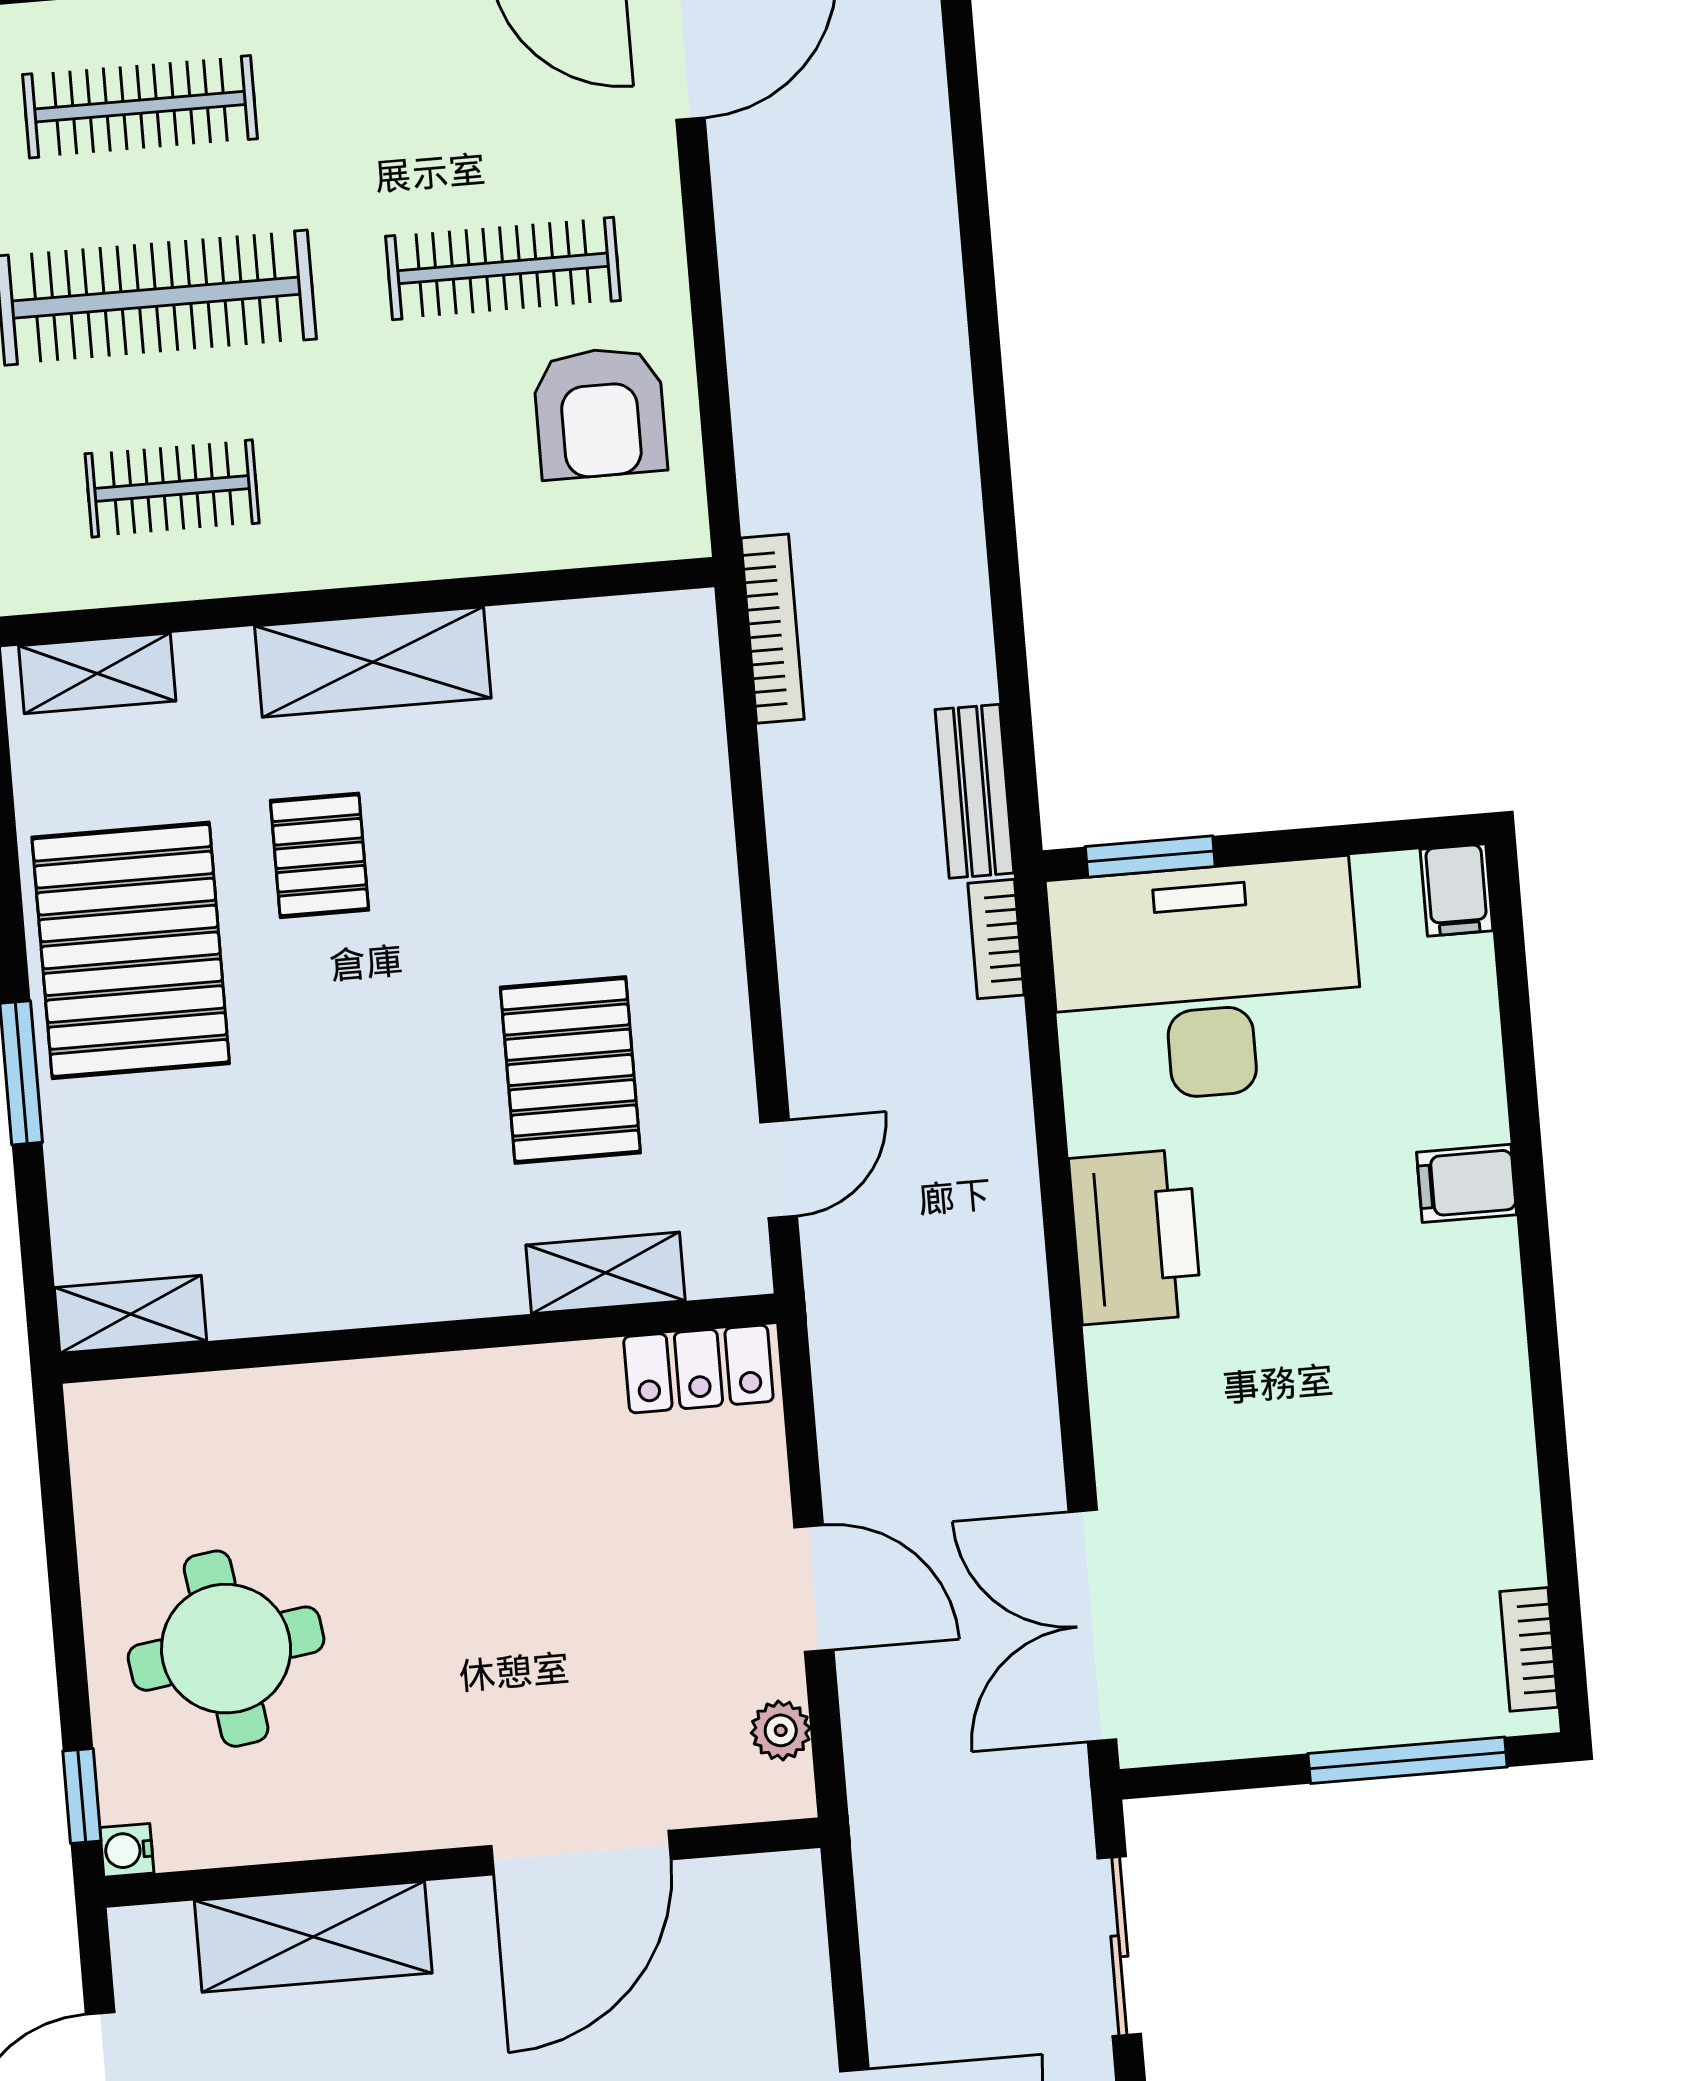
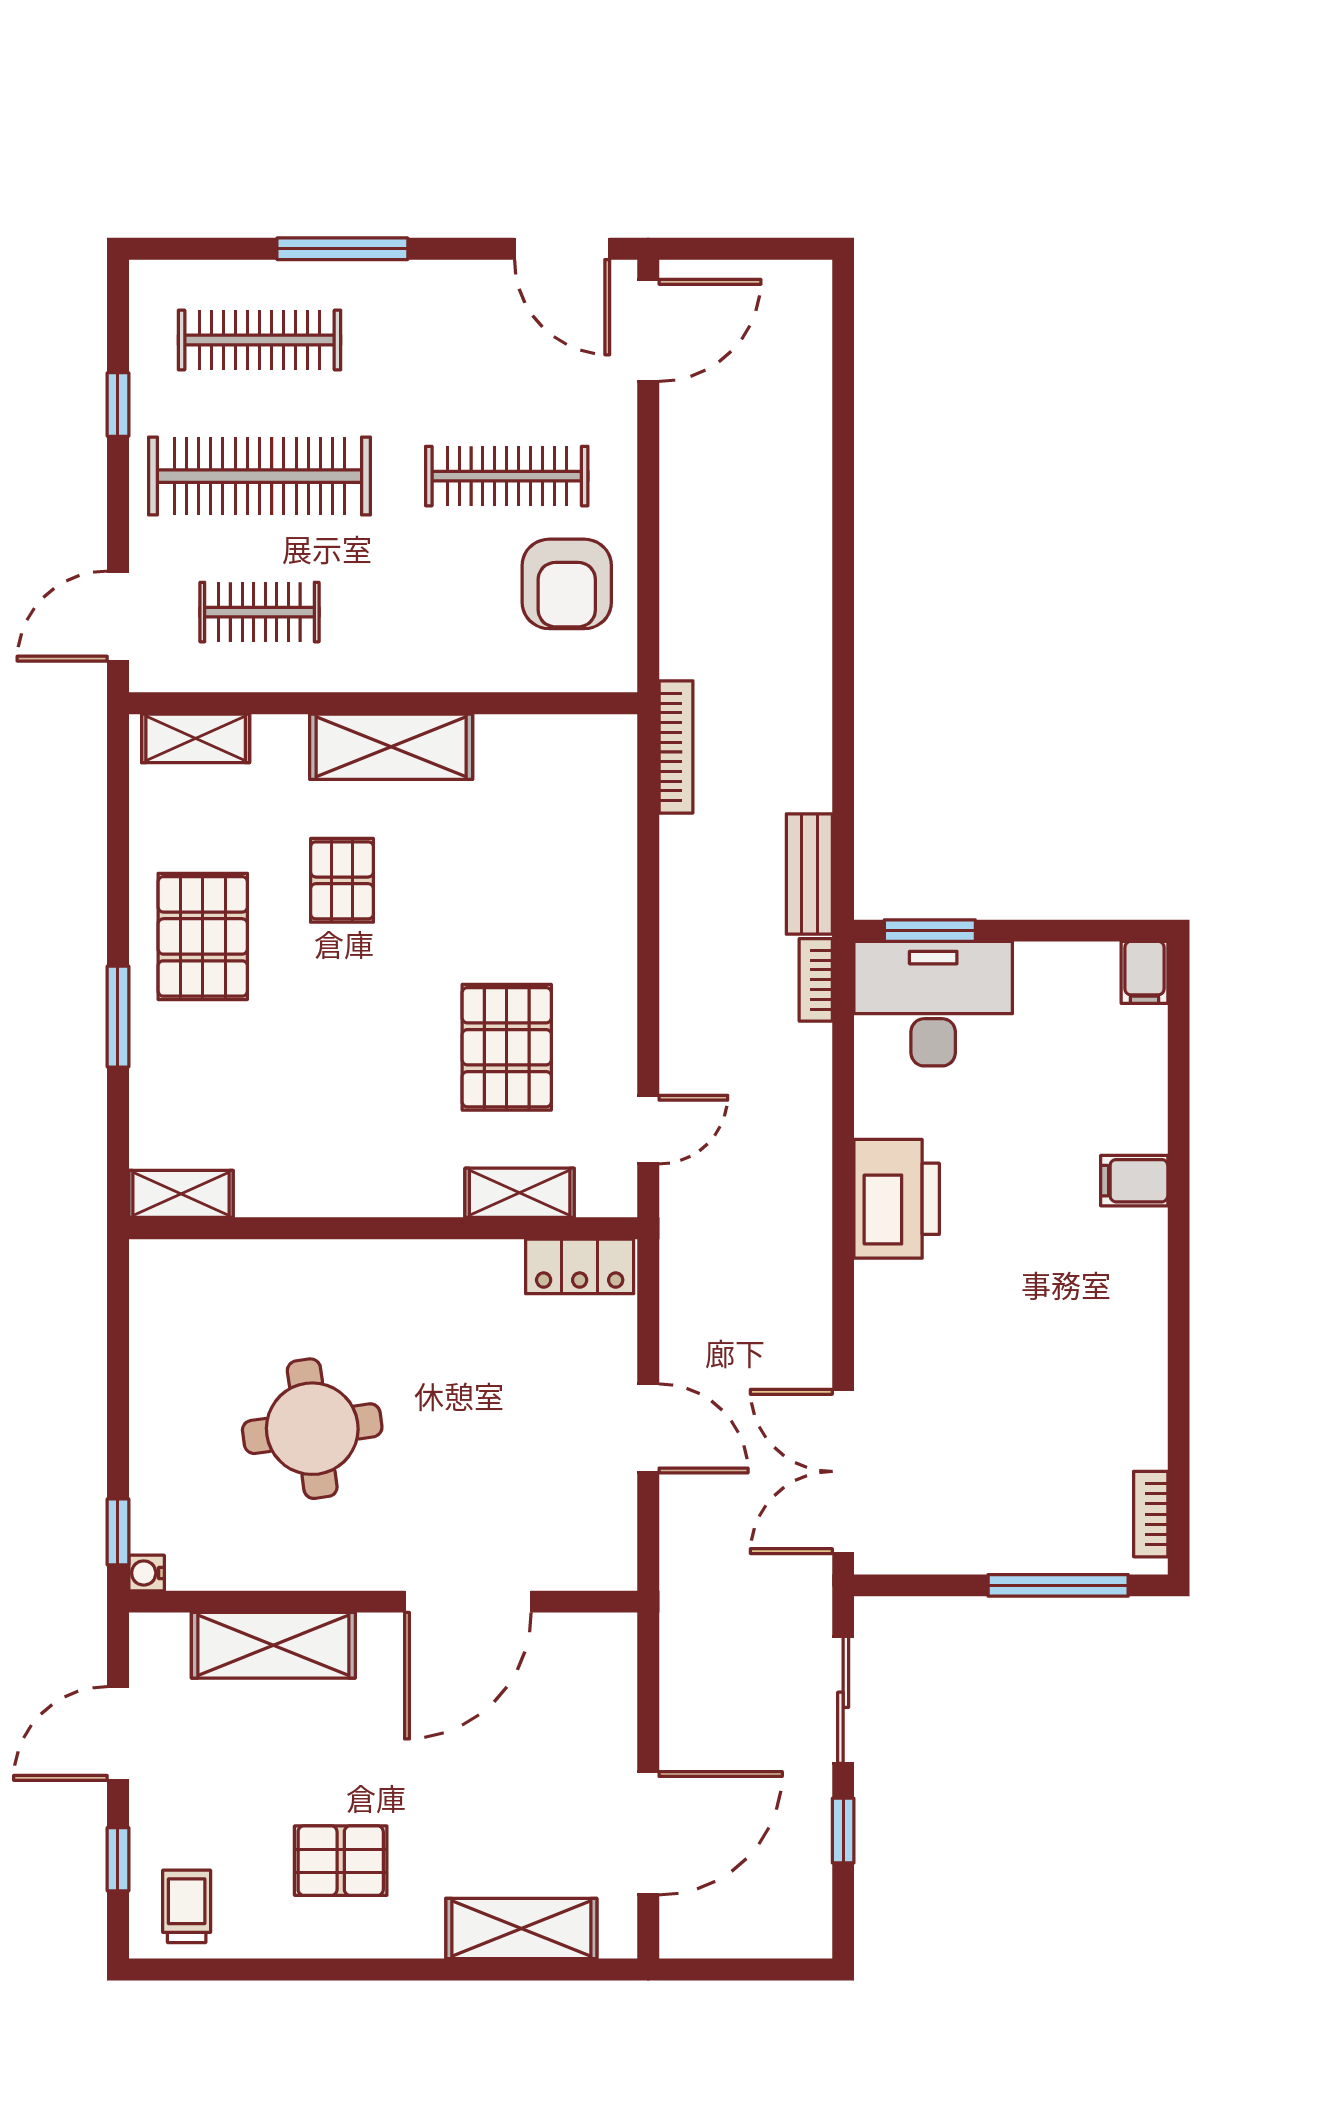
pallet: (131, 950) -> (203, 936), width x0.73, depth x0.71
desk: (1206, 981) -> (933, 1004), width x0.73, depth x0.77
round table: (226, 1649) -> (312, 1429), moved
plant: (781, 1730) -> (616, 1527), removed

